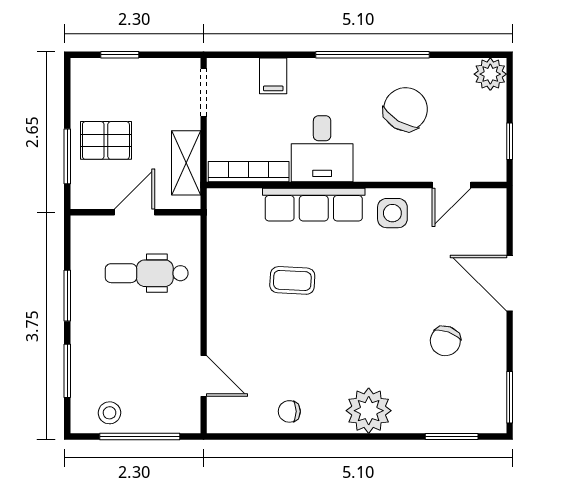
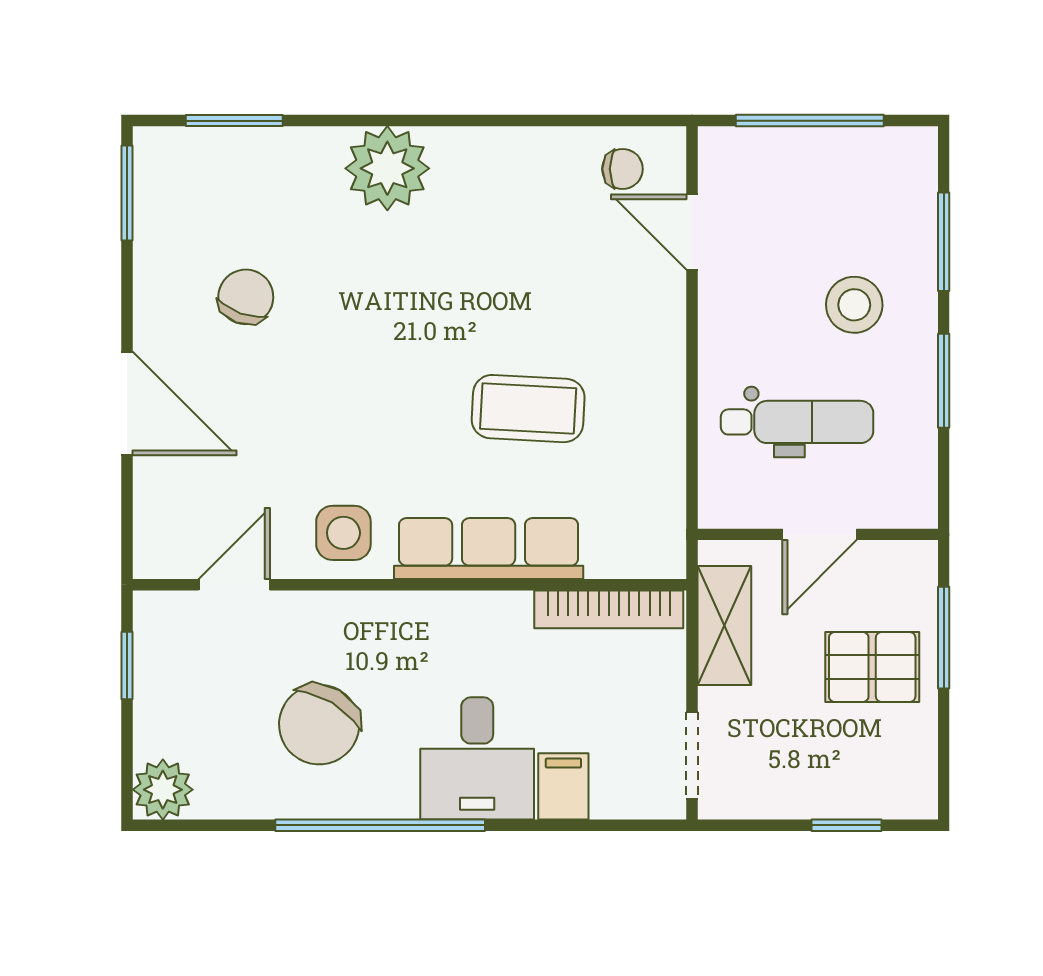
desk: (322, 149) -> (477, 758), moved, turned 180
coffee table: (292, 280) -> (528, 409), width x1.36, depth x1.30
chair: (289, 411) -> (623, 169), moved
stool: (110, 413) -> (854, 305), moved, width x1.37, depth x1.37

